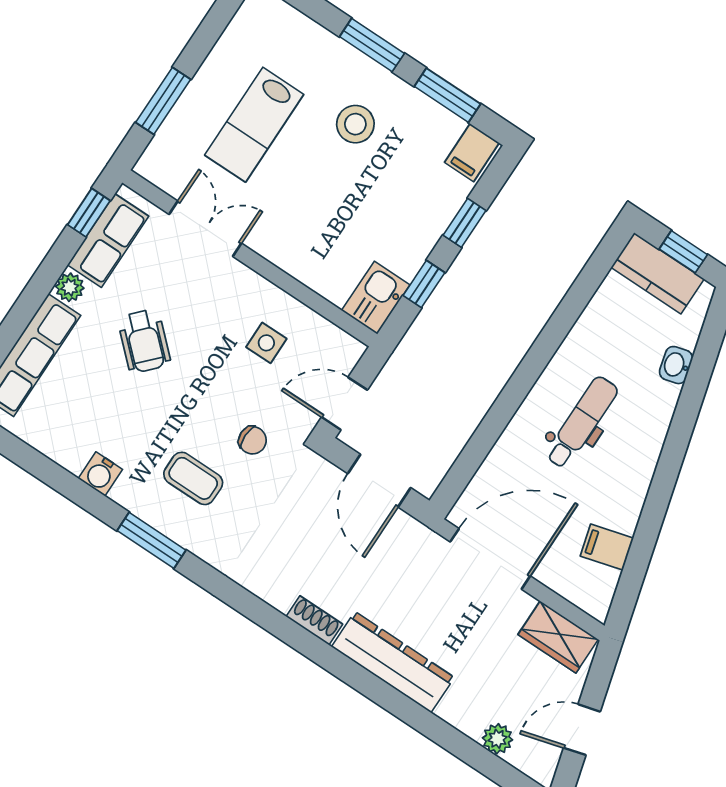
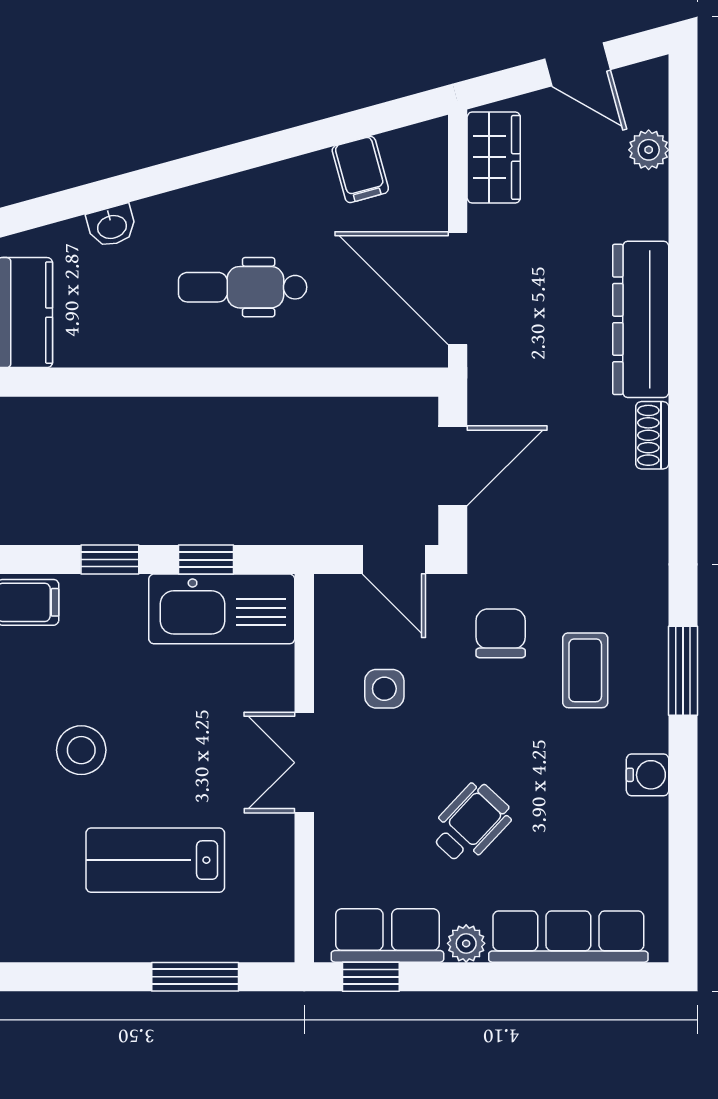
lab bench: (254, 125) -> (155, 860), turned 180
double door: (205, 229) -> (304, 763), moved
kitchen sink: (376, 298) -> (222, 609), width x1.87, depth x1.24
chair: (252, 440) -> (501, 633), width x1.37, depth x1.37

